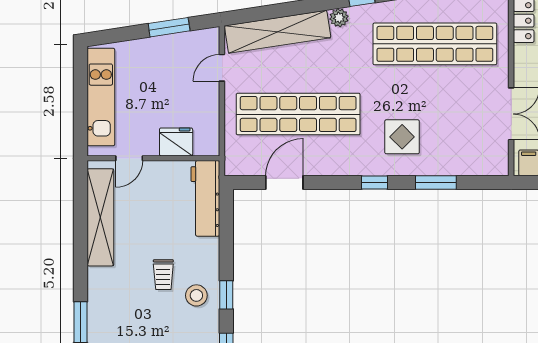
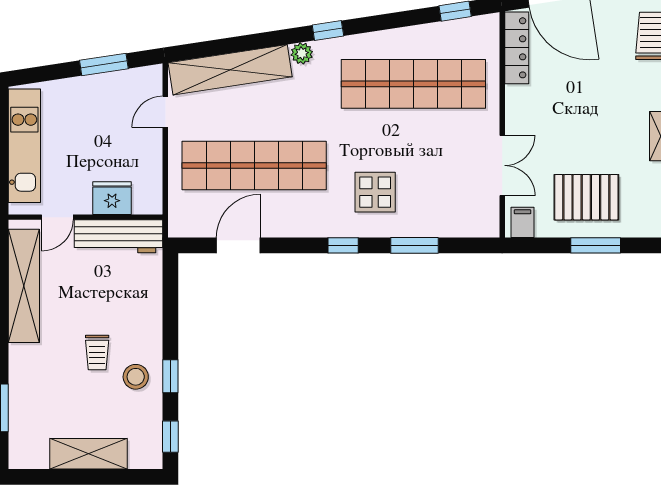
workbench: (205, 198) -> (119, 236), moved, turned -90

